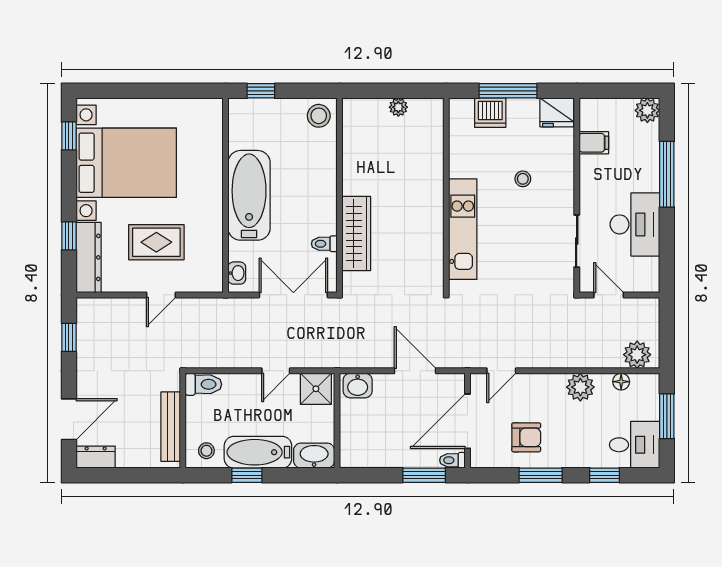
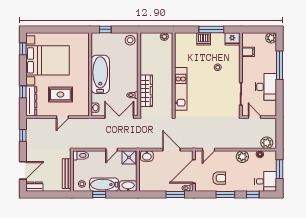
wall: (446, 195) -> (174, 74), moved
kitchen unit: (463, 229) -> (181, 89), moved

